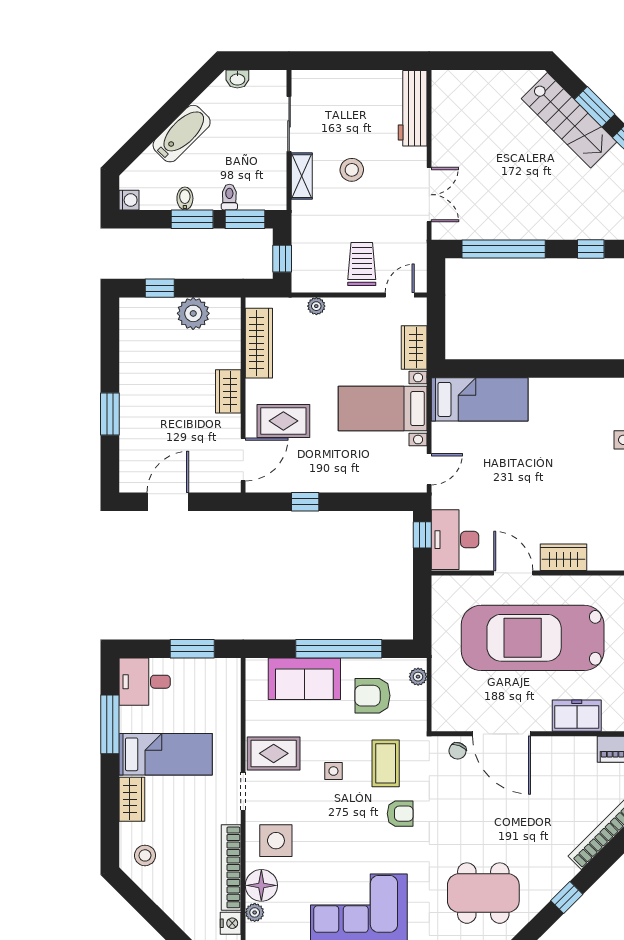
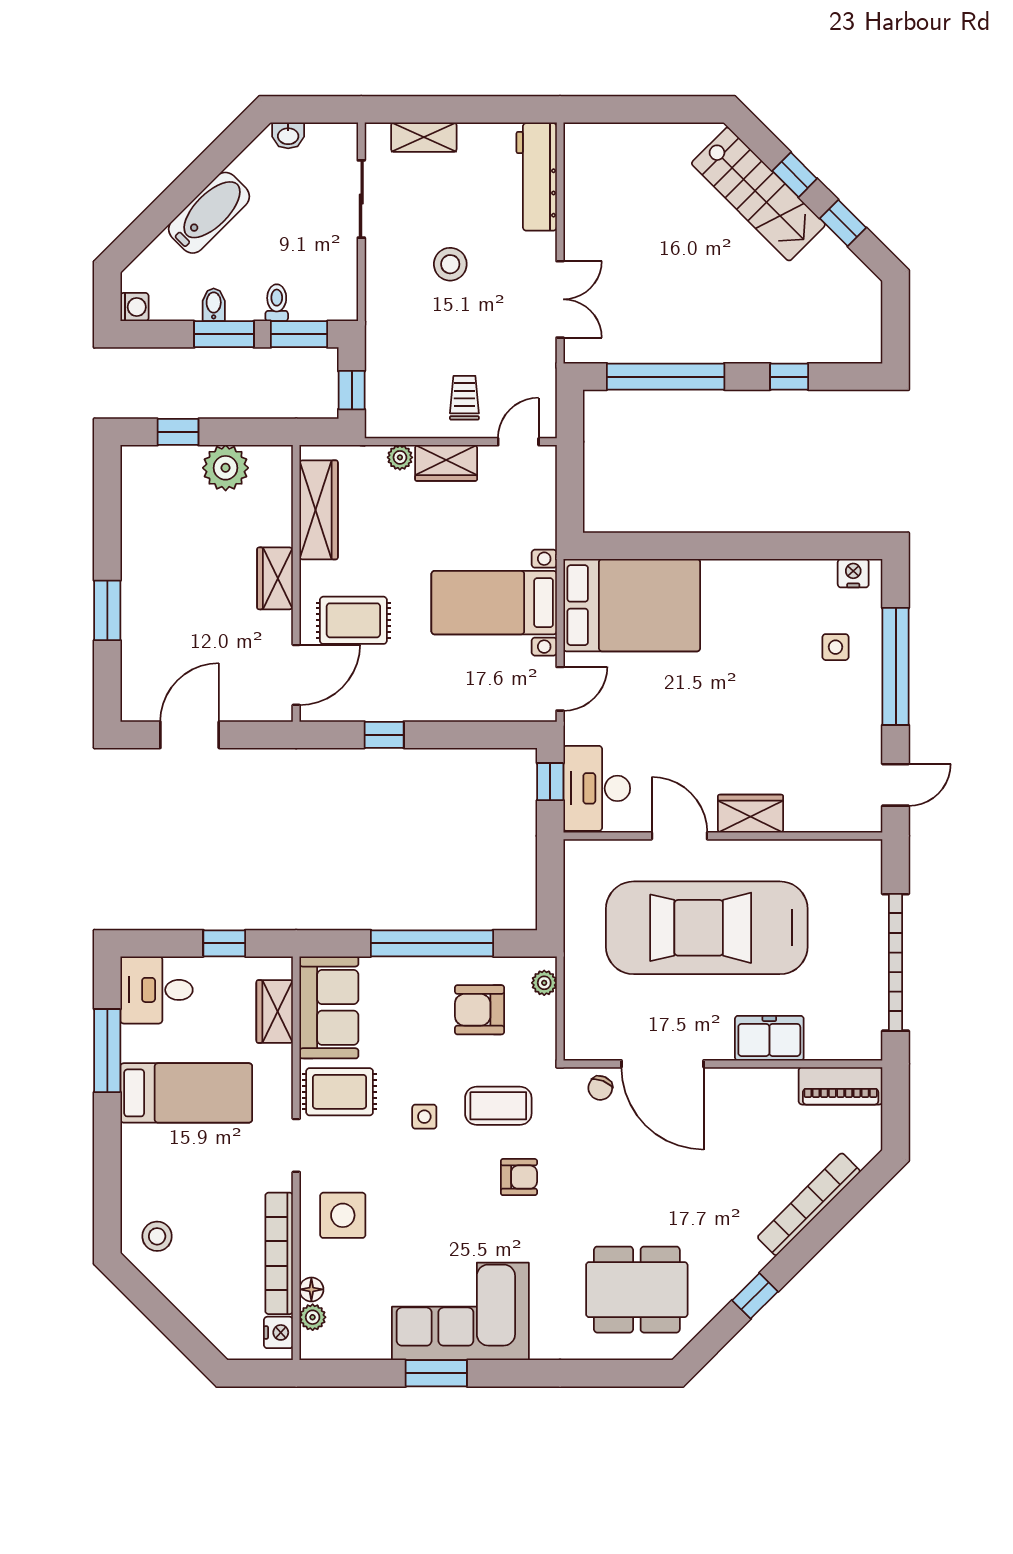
window: (595, 107) -> (795, 175), width x0.67
shelving: (302, 176) -> (424, 137), moved, turned 90
trolley: (362, 264) -> (464, 398), width x0.73, depth x0.72
wardrobe: (414, 347) -> (446, 463), moved, turned -90
bed: (480, 399) -> (632, 605), width x1.50
window: (192, 649) -> (224, 943), width x0.67
sofa: (304, 679) -> (329, 1007), moved, turned -90
coffee table: (386, 763) -> (498, 1106), turned 90
wardrobe: (132, 799) -> (275, 1011), moved, turned 180
floor lamp: (261, 885) -> (311, 1289), width x0.53, depth x0.53

